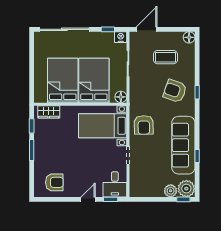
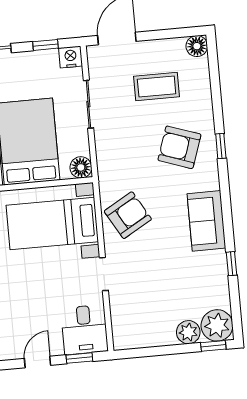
armchair: (144, 125) -> (128, 215), turned -119
sofa: (183, 145) -> (207, 221), width x0.54, depth x0.79

